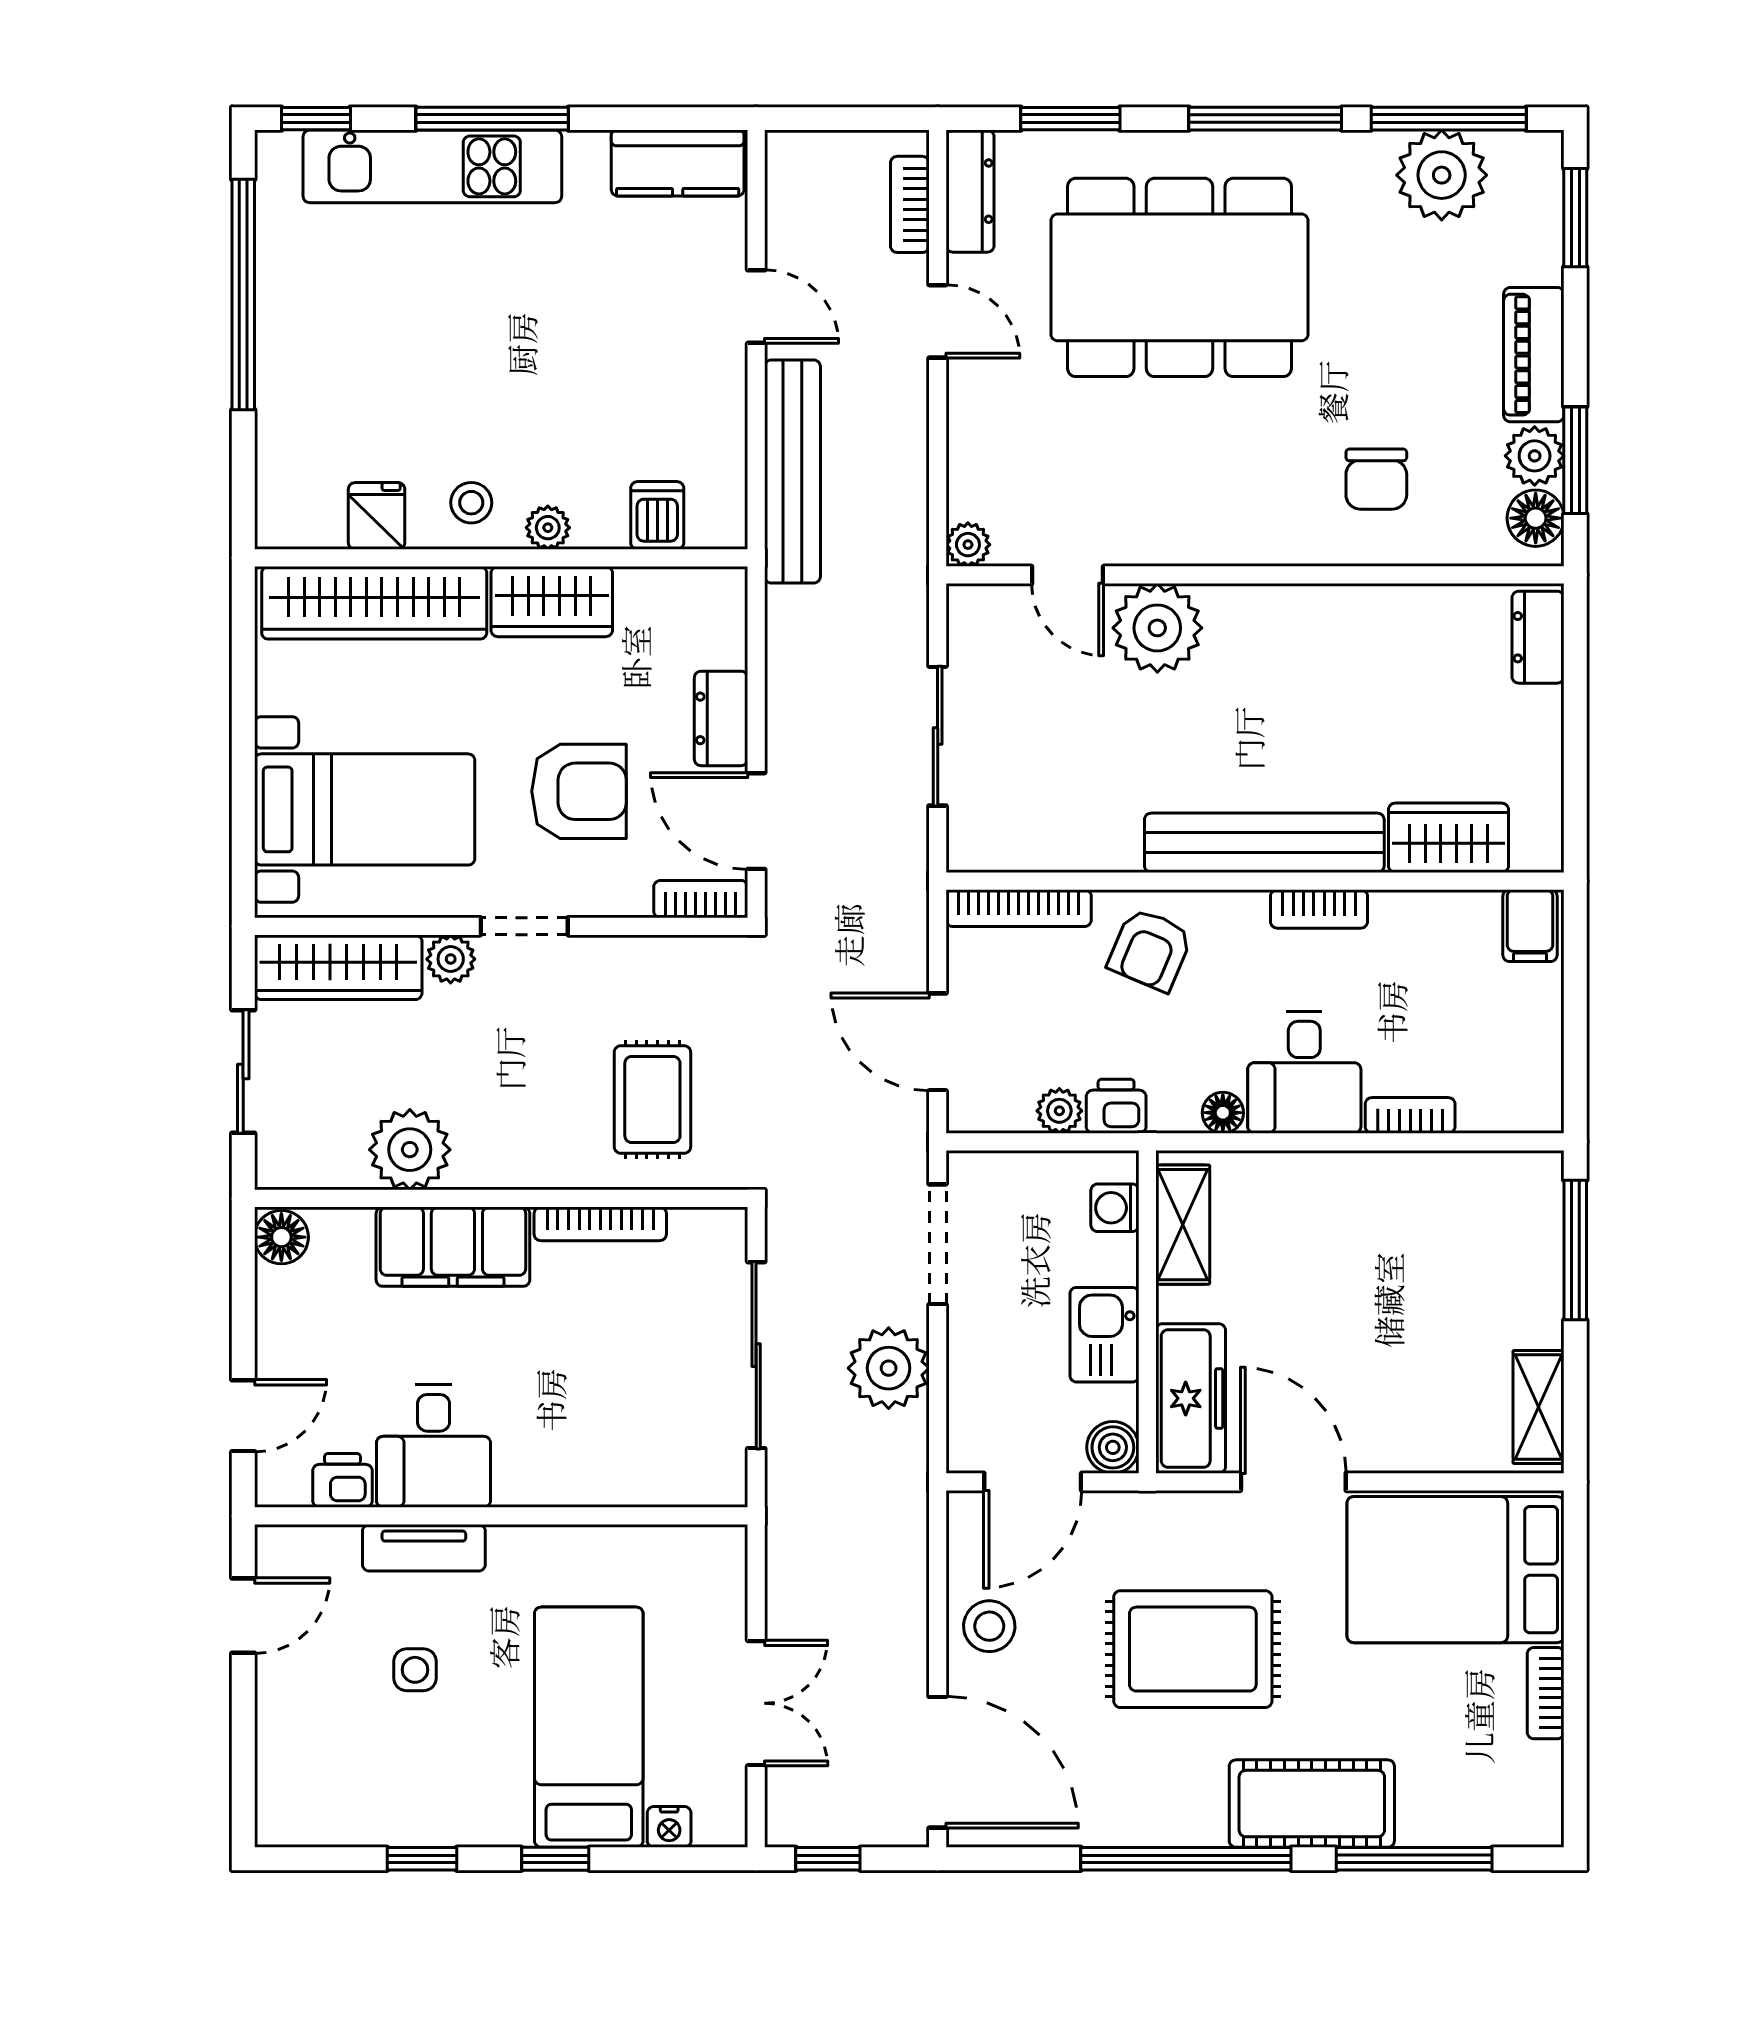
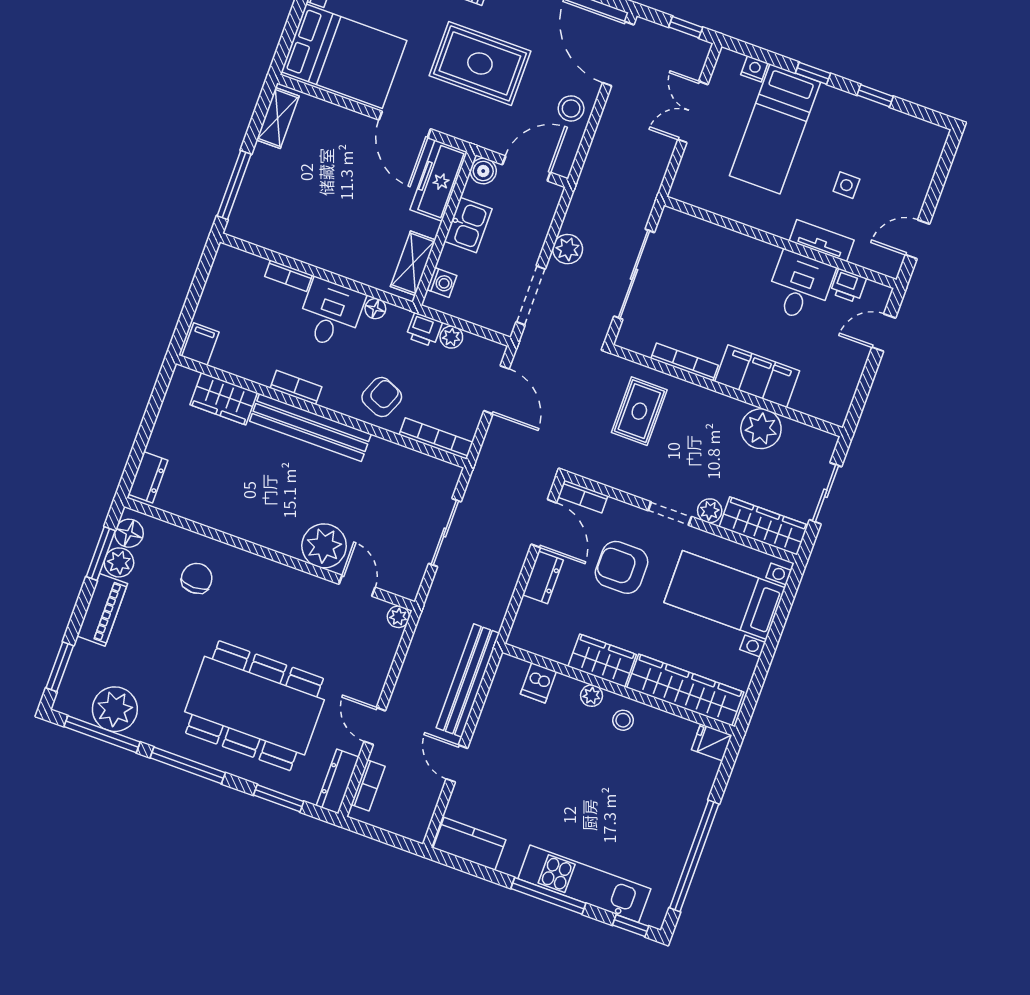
fridge: (377, 516) -> (712, 742), moved, turned 90
floor lamp: (281, 1237) -> (836, 410), removed
plant: (889, 1368) -> (568, 249), width x0.73, depth x0.73

